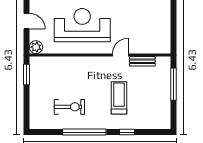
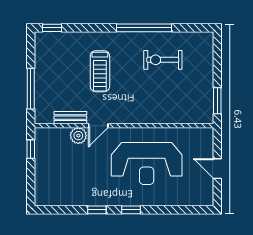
window: (174, 36) -> (31, 149), added
plant: (36, 47) -> (78, 136), moved
window: (127, 132) -> (52, 28), moved

